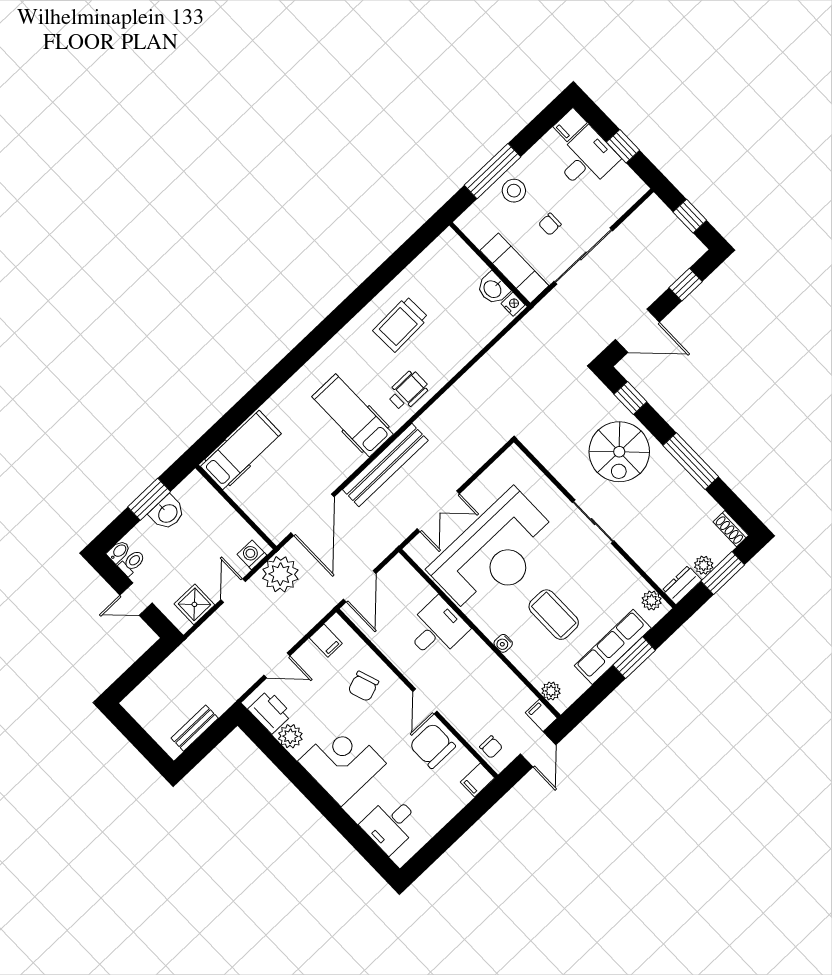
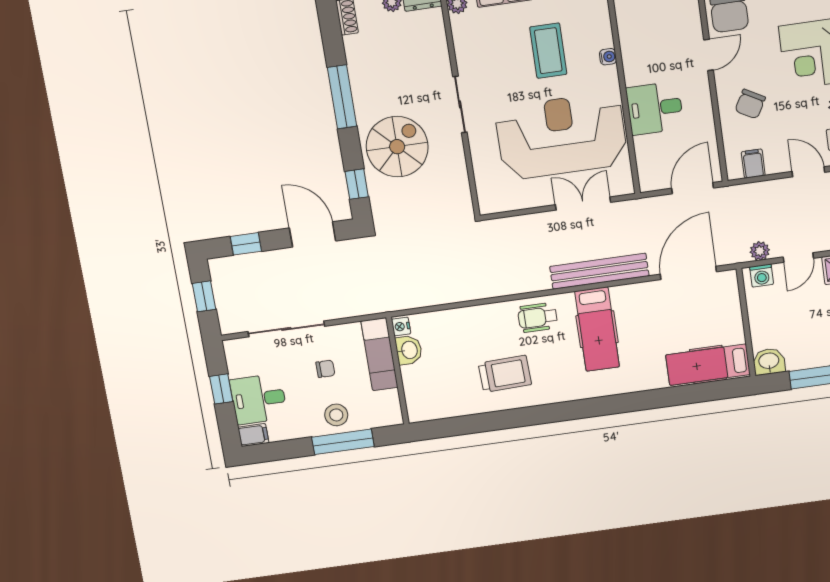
sliding door: (583, 256) -> (286, 329), moved
washbasin: (167, 513) -> (769, 361), moved
plant: (280, 574) -> (760, 251), width x0.53, depth x0.53
chair: (363, 686) -> (750, 104), turned 138

